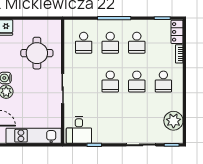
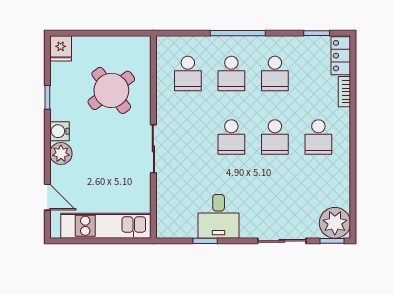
round table: (37, 53) -> (111, 90), turned -37
plant: (173, 121) -> (335, 223), moved
desk: (79, 130) -> (219, 216), moved

